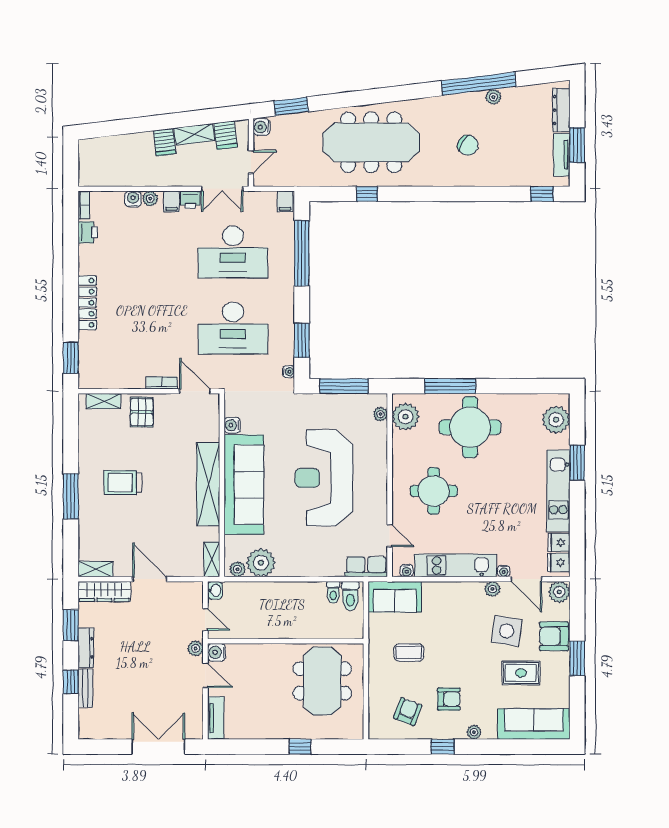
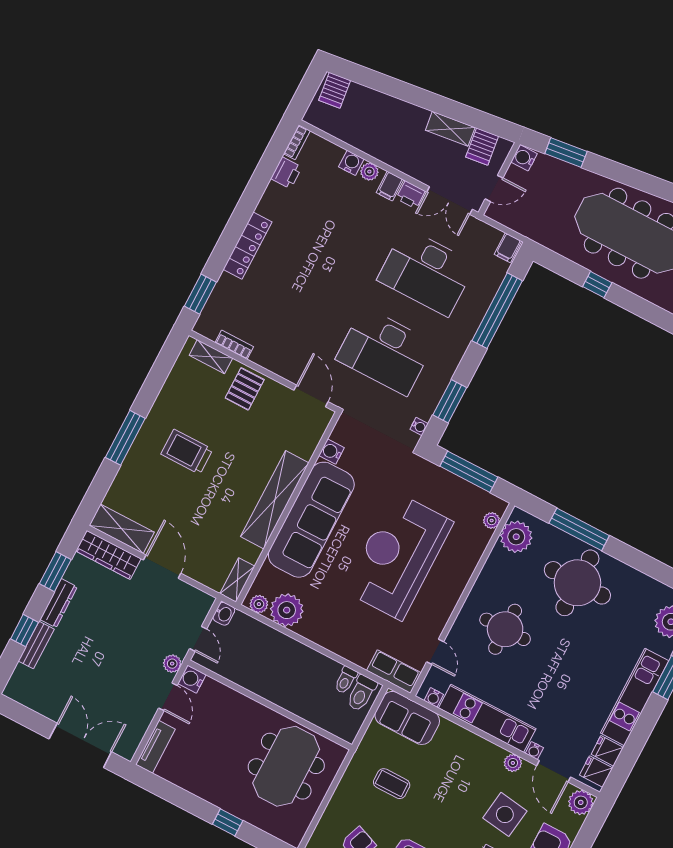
server rack: (164, 142) -> (335, 90), moved
bookcase: (162, 383) -> (234, 345), moved
shelving: (95, 569) -> (122, 529), width x1.50, depth x1.33

